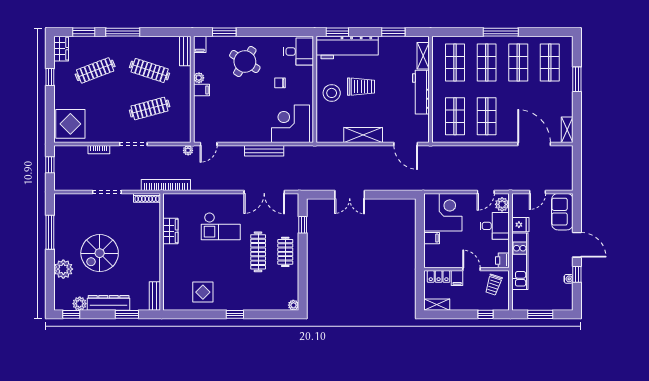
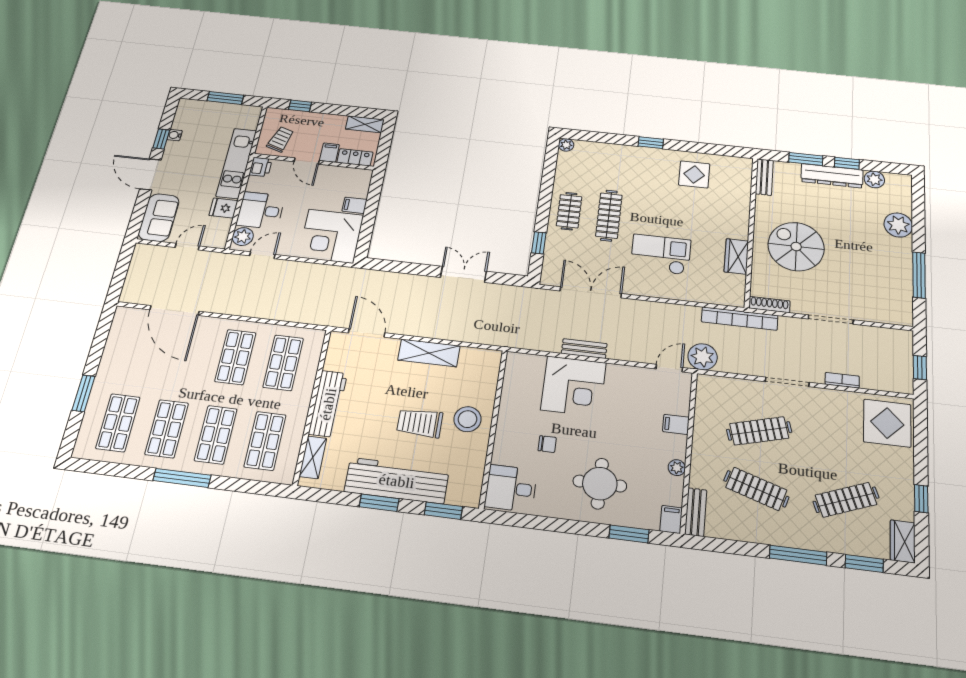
window: (393, 32) -> (379, 503), moved
workbench: (347, 47) -> (397, 481), moved
round table: (245, 62) -> (600, 484), turned -32
filing cabinet: (201, 90) -> (676, 424), moved
corner desk: (291, 124) -> (574, 386), moved
shelving: (567, 130) -> (120, 324), removed
plant: (188, 150) -> (703, 357), width x1.88, depth x1.88
bench: (264, 151) -> (584, 349), width x0.73
spiral stairs: (100, 253) -> (796, 247), moved, turned -90
window: (71, 314) -> (847, 163), moved

